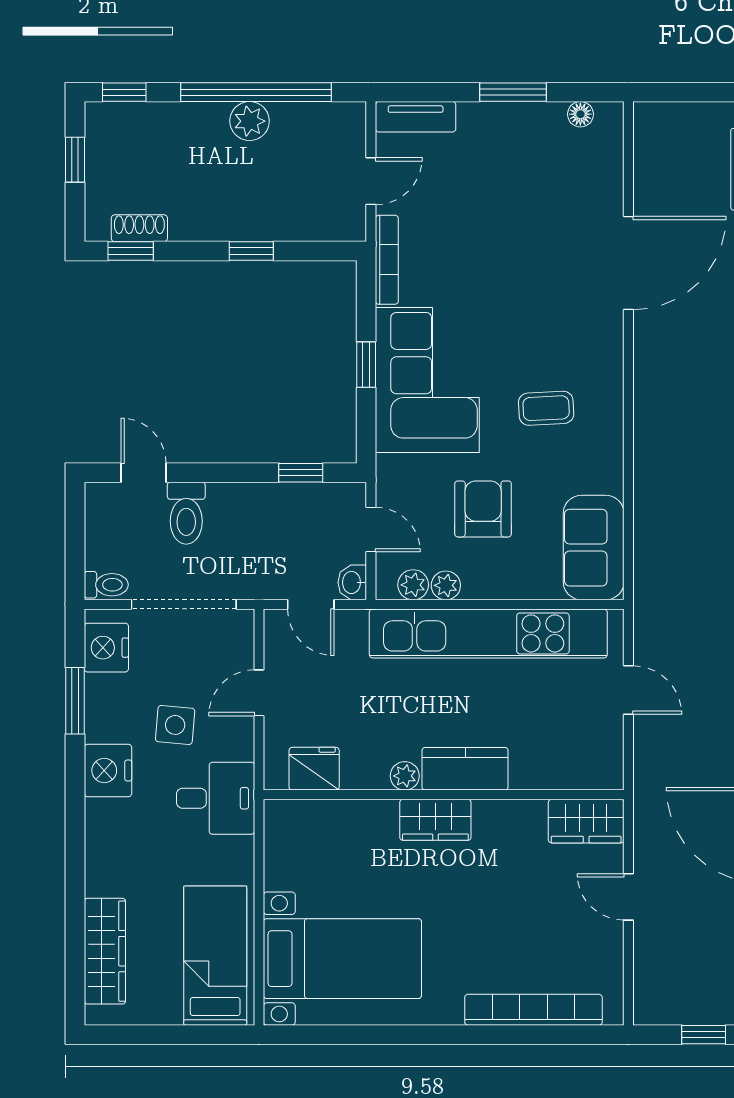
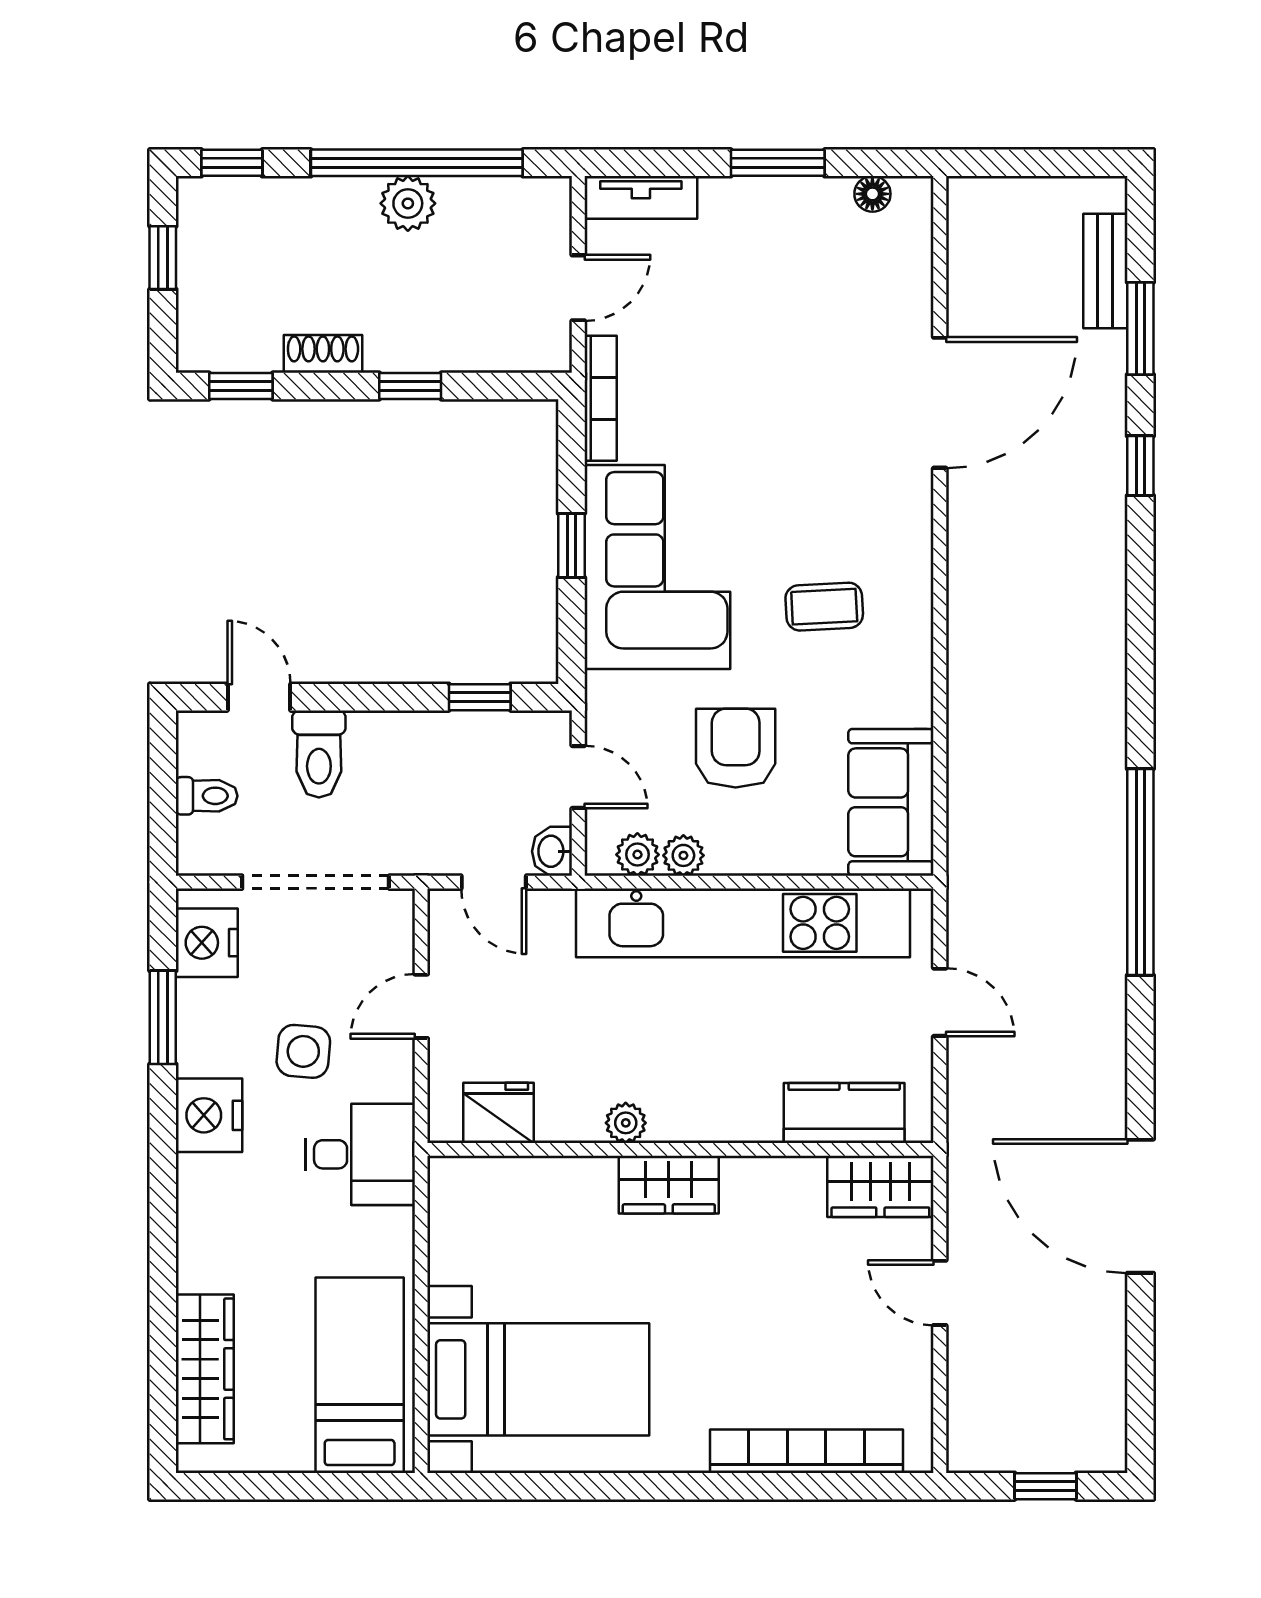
shoe rack: (139, 228) -> (323, 354), moved
toilet: (106, 585) -> (207, 796), moved
kitchen counter: (465, 769) -> (844, 1113), moved

